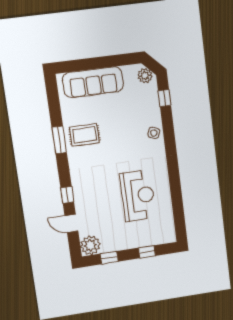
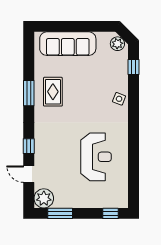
rug: (84, 135) -> (53, 92), turned 90
window: (147, 252) -> (111, 213), moved
window: (109, 258) -> (60, 213), width x1.50

